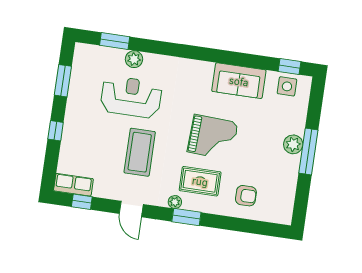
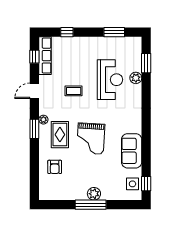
window: (56, 131) -> (67, 32), moved
coffee table: (140, 152) -> (74, 91), width x0.54, depth x0.58
row of seats: (73, 185) -> (45, 56), width x1.48

